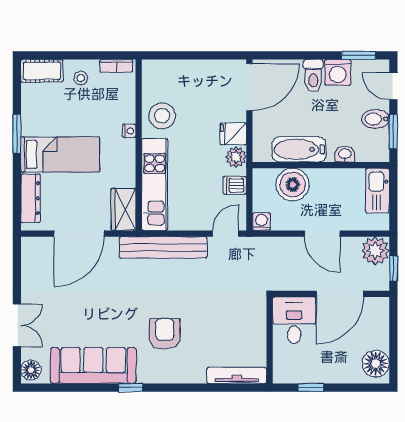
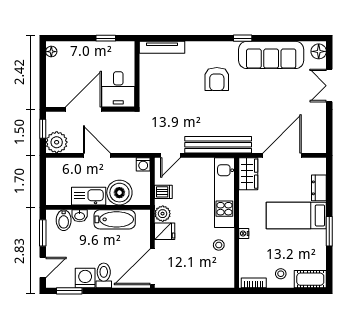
door: (393, 86) -> (43, 268), hinge flipped
stool: (162, 116) -> (219, 245), width x0.53, depth x0.53
bidet: (375, 119) -> (64, 220), moved, turned 90
kitchen sink: (378, 190) -> (89, 196), moved, turned -90
dresser: (31, 198) -> (319, 188), width x0.70
floor lamp: (376, 364) -> (51, 52), width x0.53, depth x0.53

